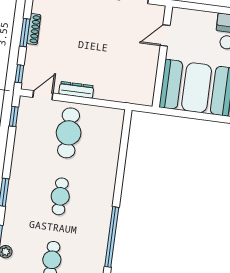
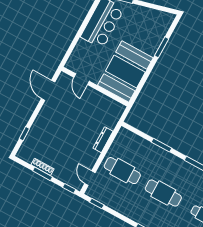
dresser: (76, 90) -> (103, 140), moved
window: (121, 170) -> (161, 145), added
cafe table: (60, 196) -> (163, 193), width x1.37, depth x1.35

